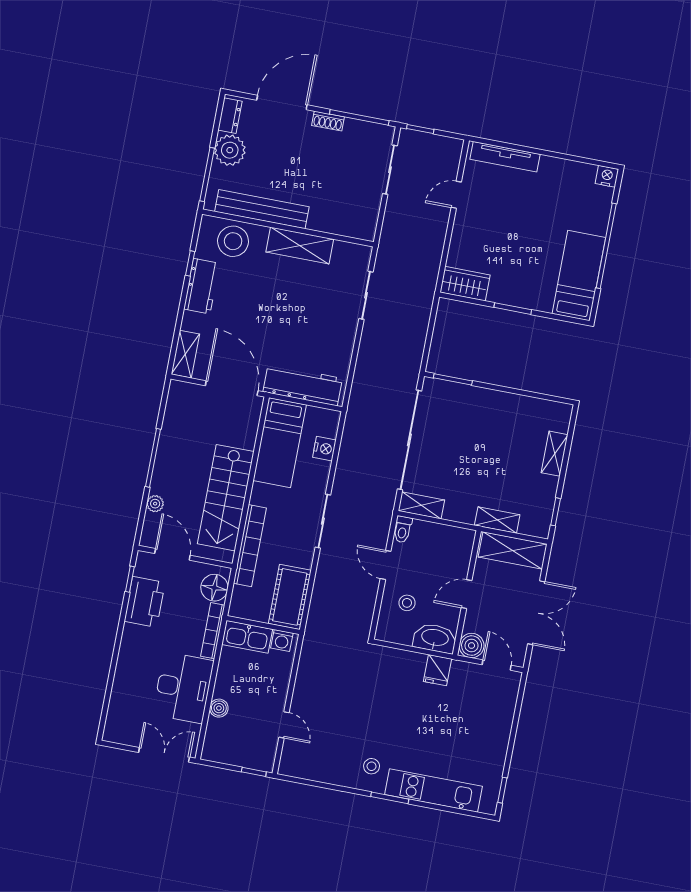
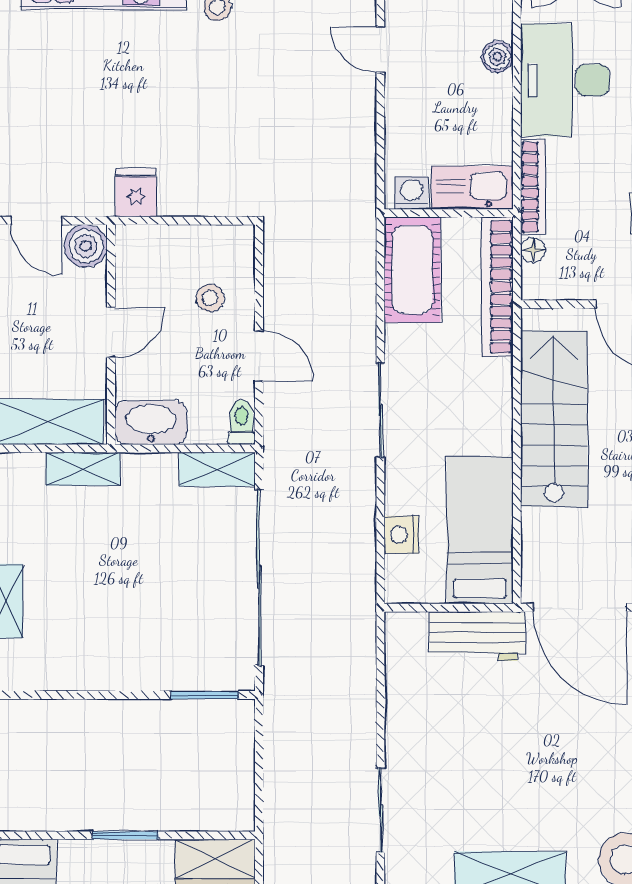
workbench: (303, 385) -> (477, 636), width x0.73
bookcase: (250, 546) -> (497, 287), moved
floor lamp: (214, 588) -> (533, 250), width x0.53, depth x0.53
washbasin: (435, 638) -> (151, 423), moved, turned 180

